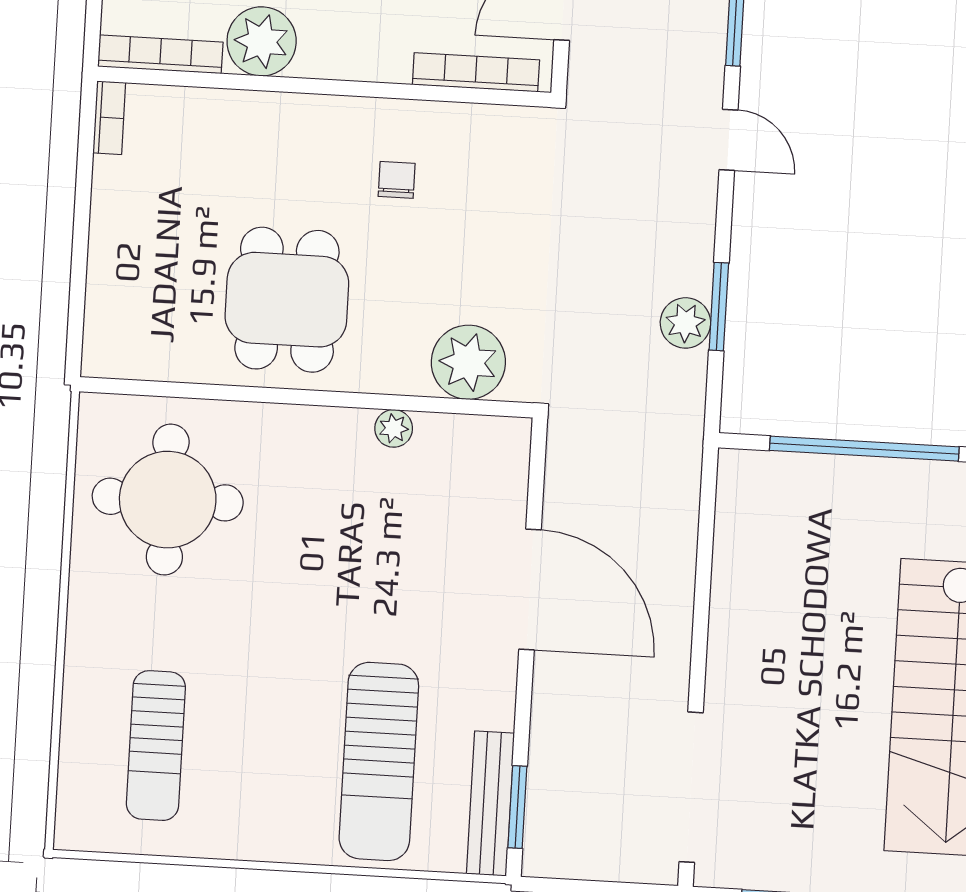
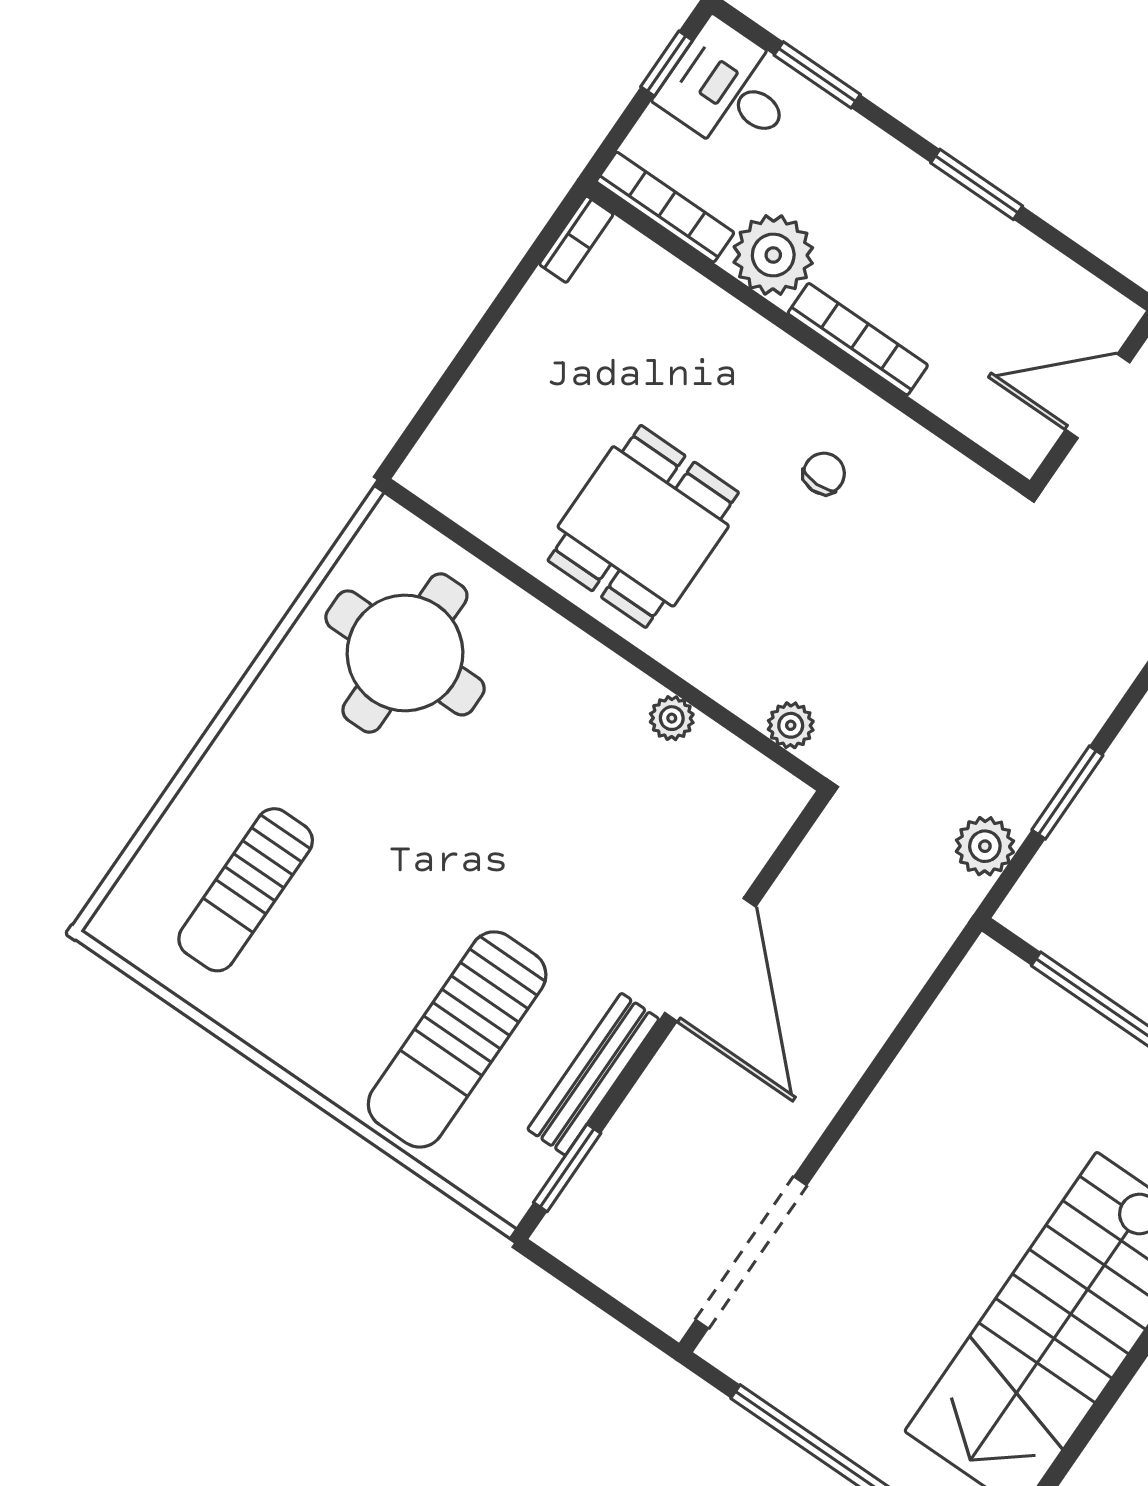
bookcase: (476, 72) -> (858, 339), moved
plant: (685, 323) -> (985, 846), moved
plant: (468, 362) -> (791, 725), width x0.53, depth x0.53
bench: (490, 803) -> (593, 1074), moved

